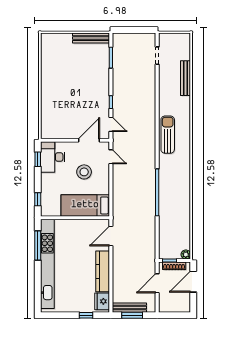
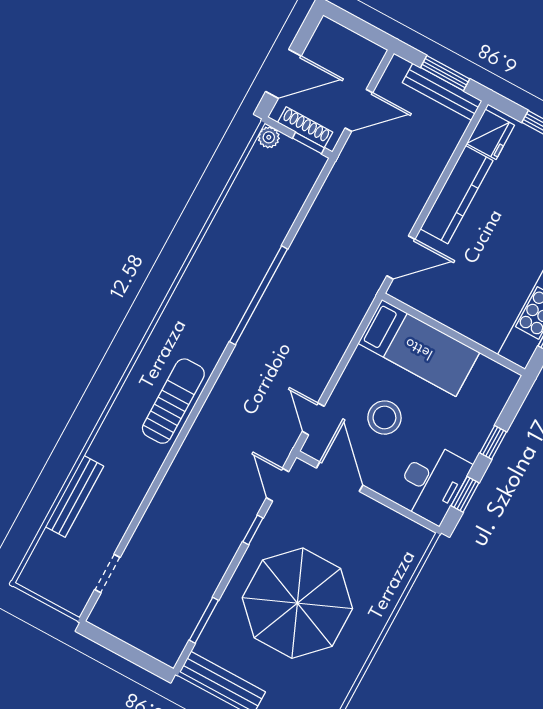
parasol: (79, 83) -> (297, 603), added
sun lounger: (168, 135) -> (173, 401), turned 180
door: (89, 140) -> (340, 477), swing flipped
window: (38, 199) -> (493, 442), moved

